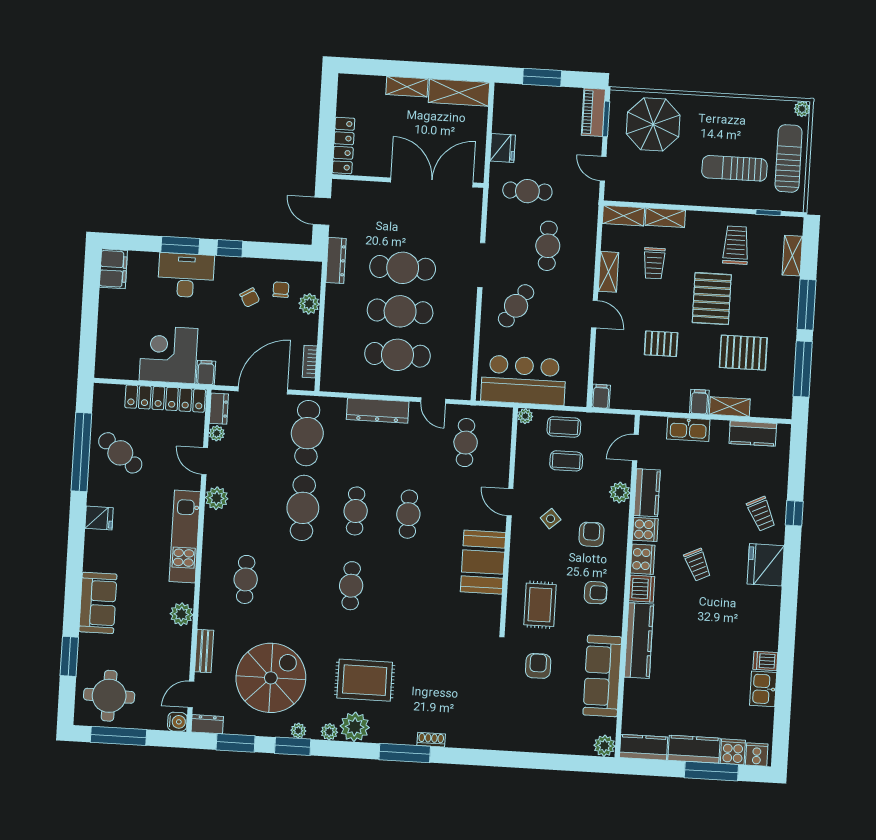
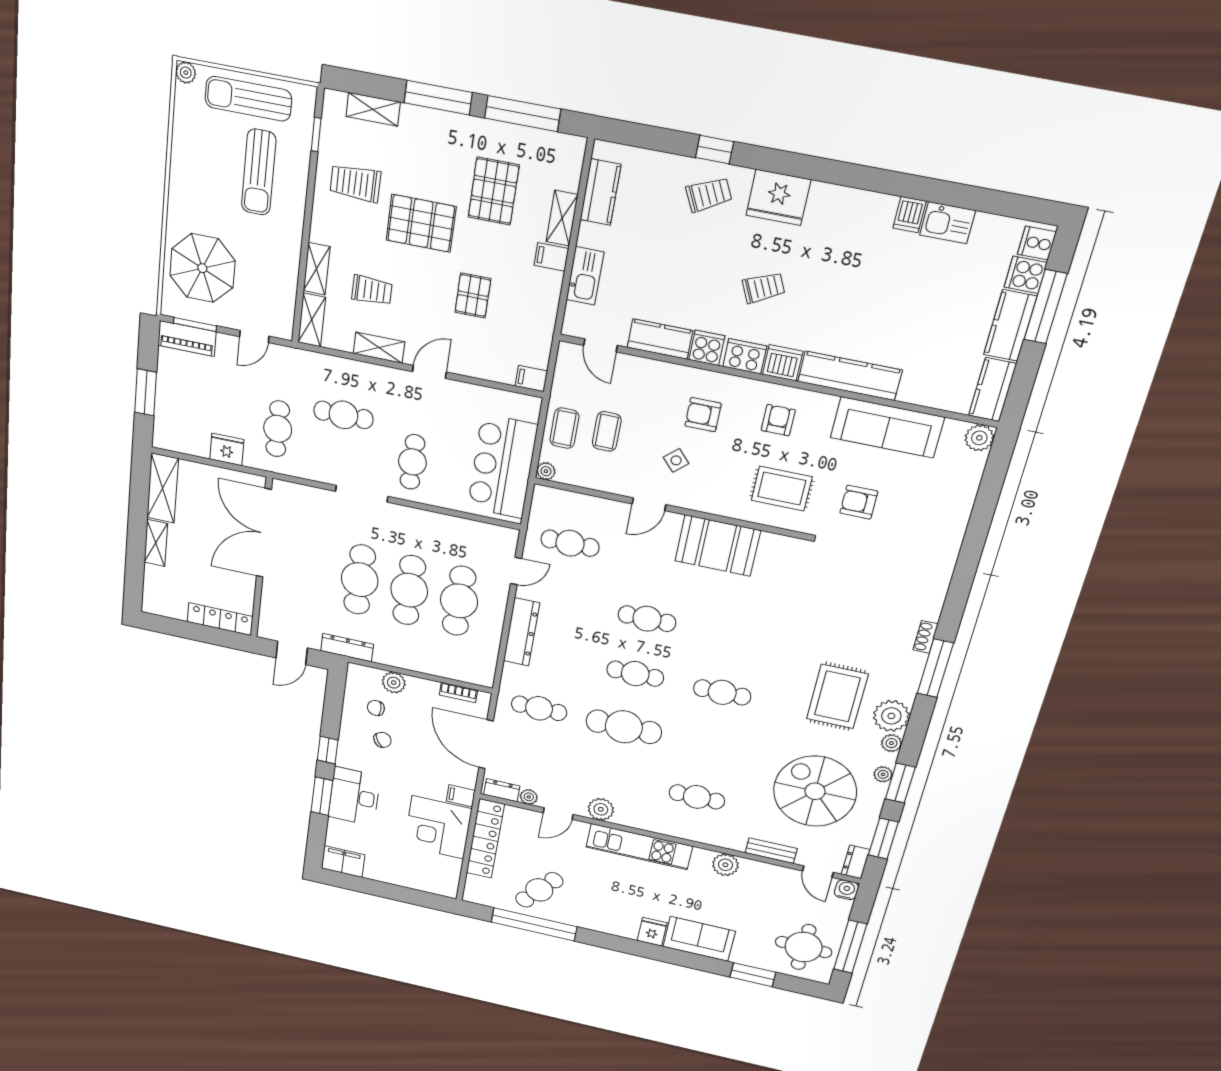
cafe table: (516, 306) -> (412, 462), turned 58
cafe table: (307, 433) -> (539, 708), width x0.73, depth x0.74
plant: (620, 492) -> (655, 373), removed
fridge: (99, 518) -> (652, 932), moved

